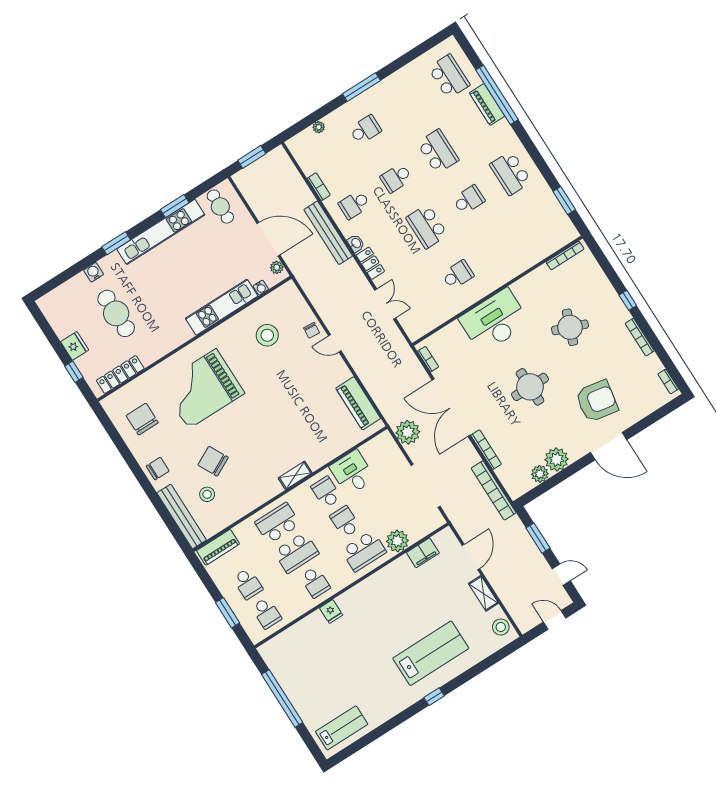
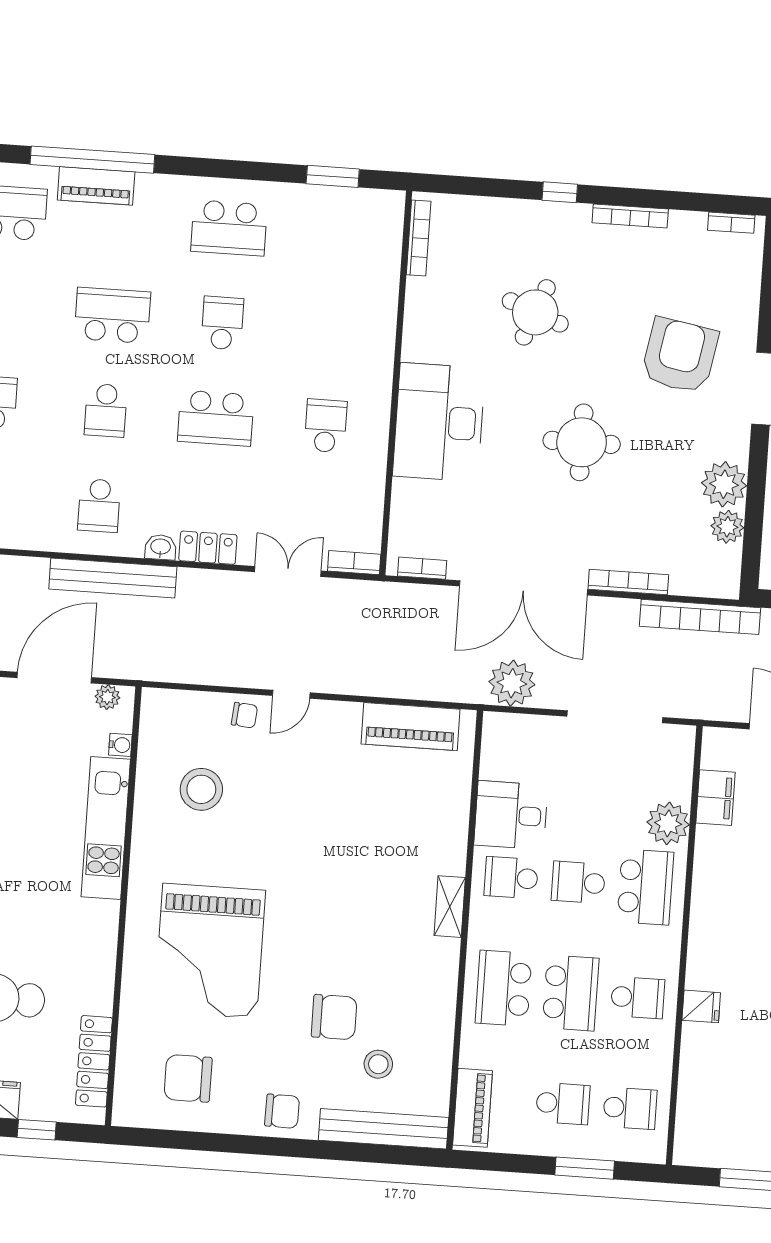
bookcase: (319, 187) -> (354, 563), moved
chair: (213, 461) -> (334, 1017), turned -153
chair: (158, 469) -> (282, 1111), turned 91

